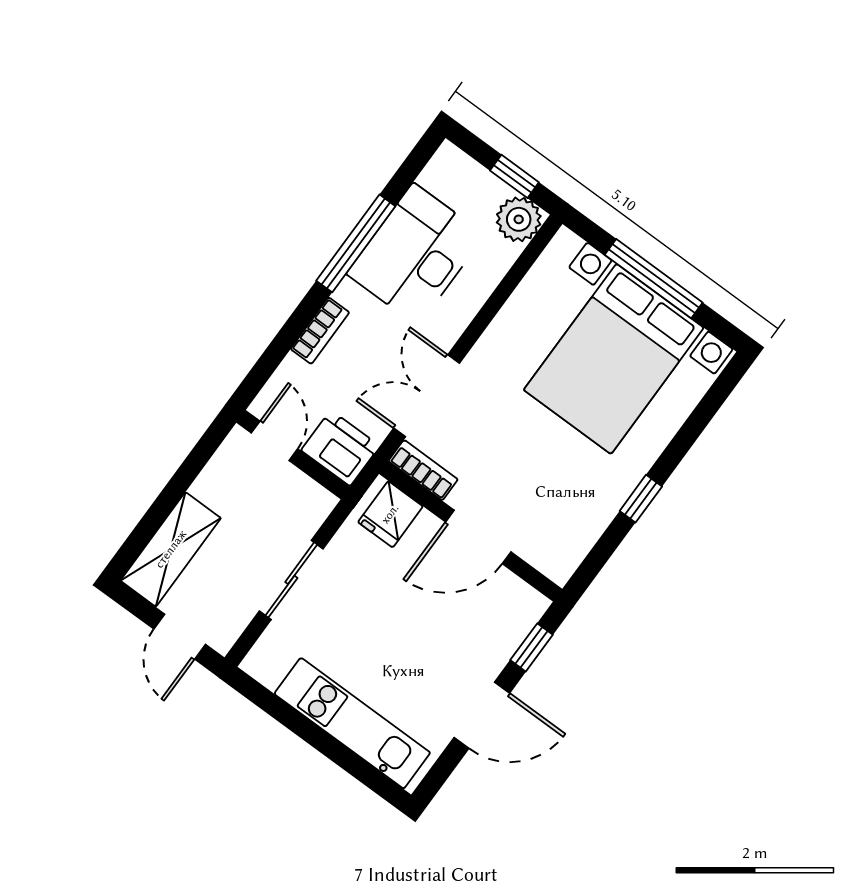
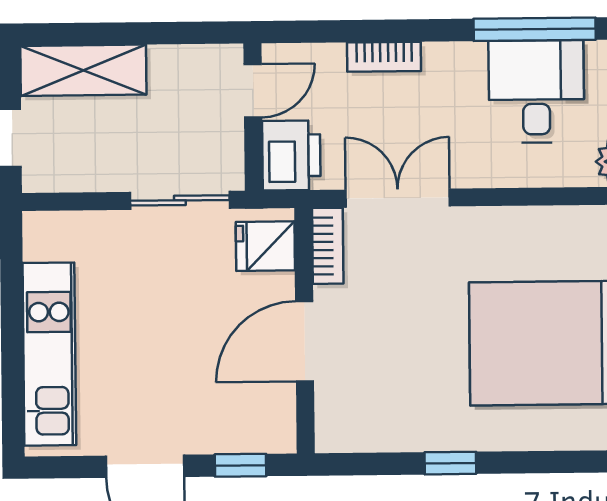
window: (356, 243) -> (535, 29), moved
desk: (416, 254) -> (536, 91), width x0.73
door: (478, 537) -> (305, 341), hinge flipped
sliding door: (291, 580) -> (180, 200), moved

